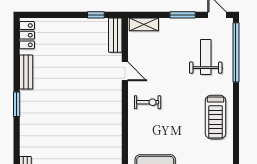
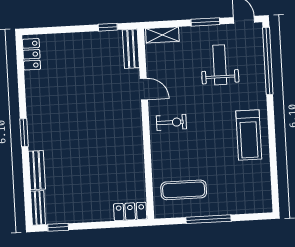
weight bench: (206, 57) -> (220, 65), moved
bench: (26, 72) -> (37, 170), moved

